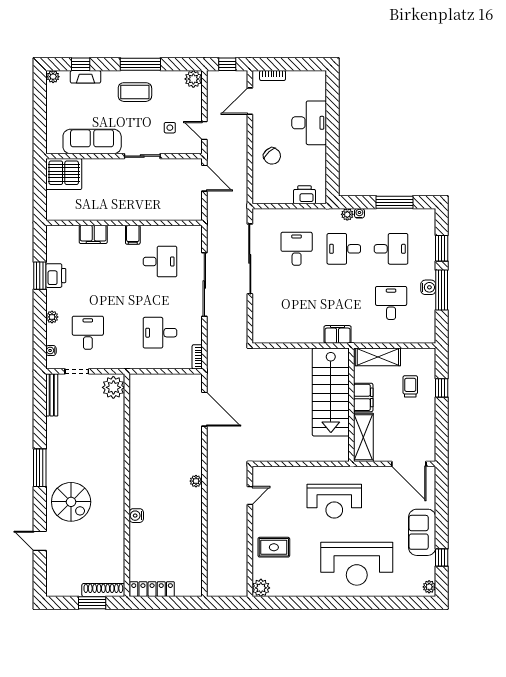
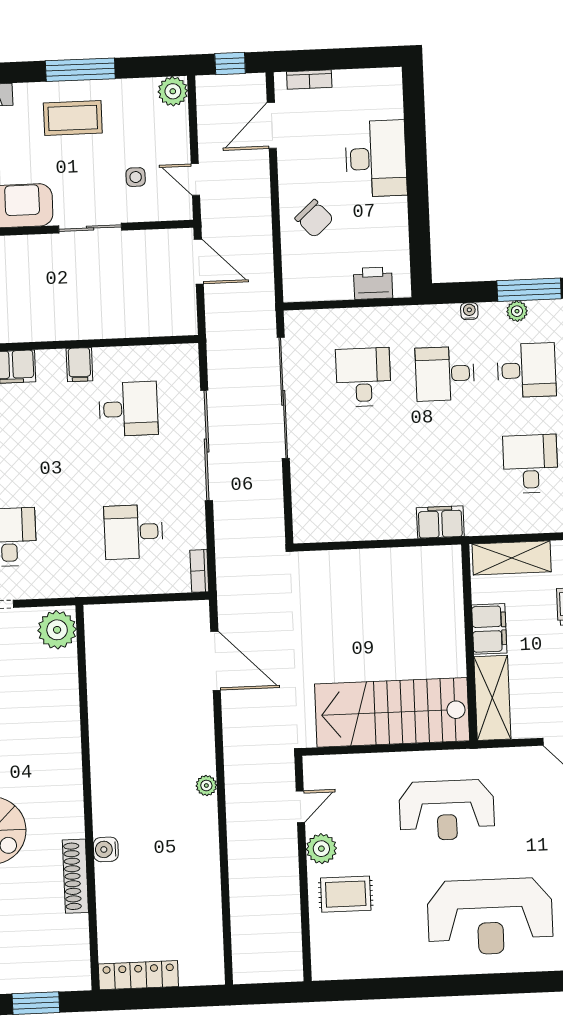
plant: (347, 214) -> (517, 311), moved
stairs: (331, 392) -> (392, 712), moved, turned 90
plant: (261, 588) -> (321, 849), moved
shoe rack: (103, 590) -> (75, 876), moved, turned -90

